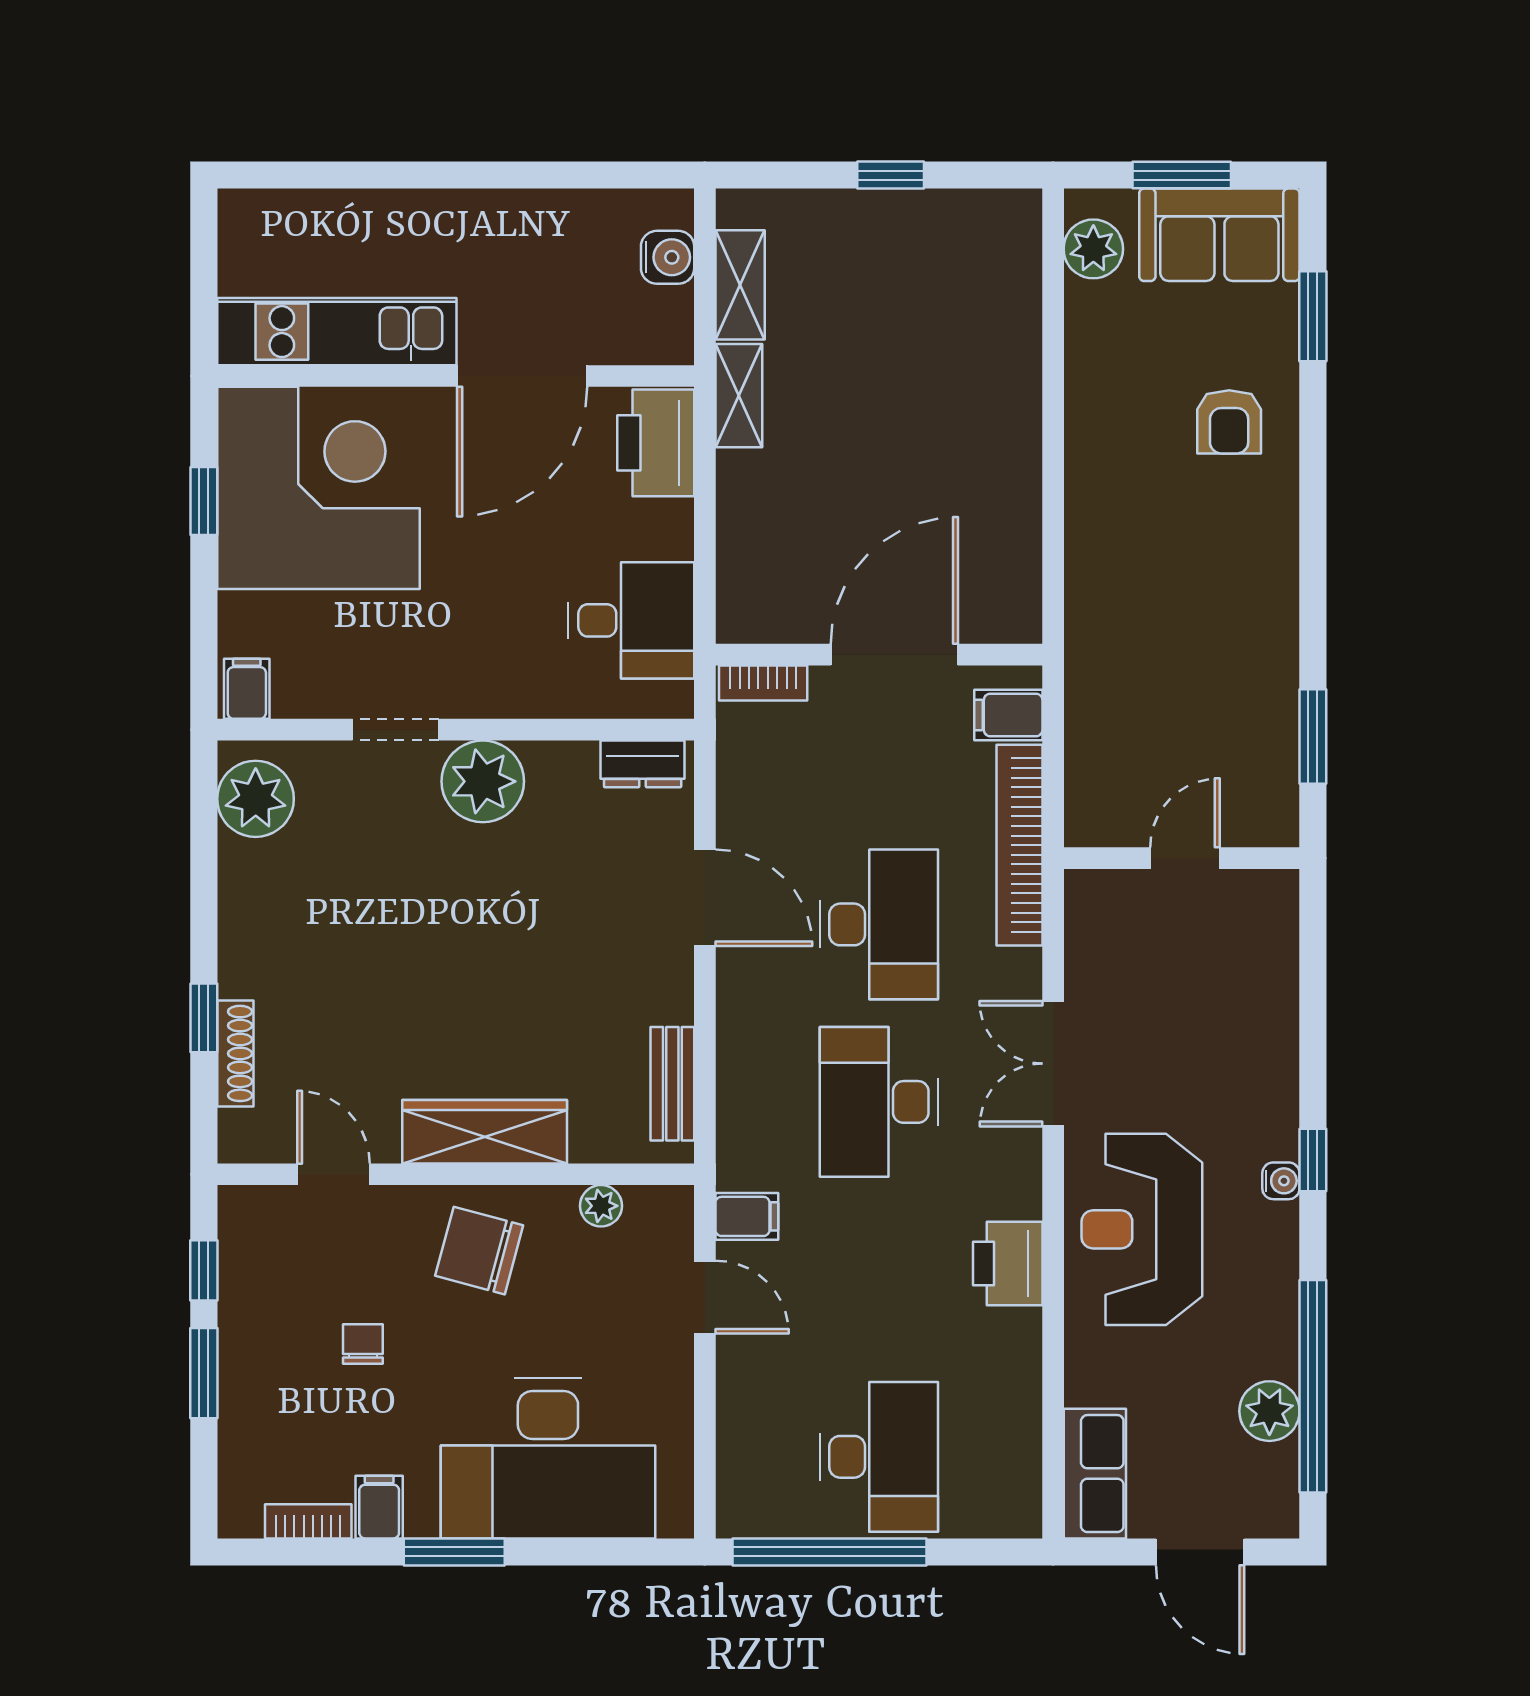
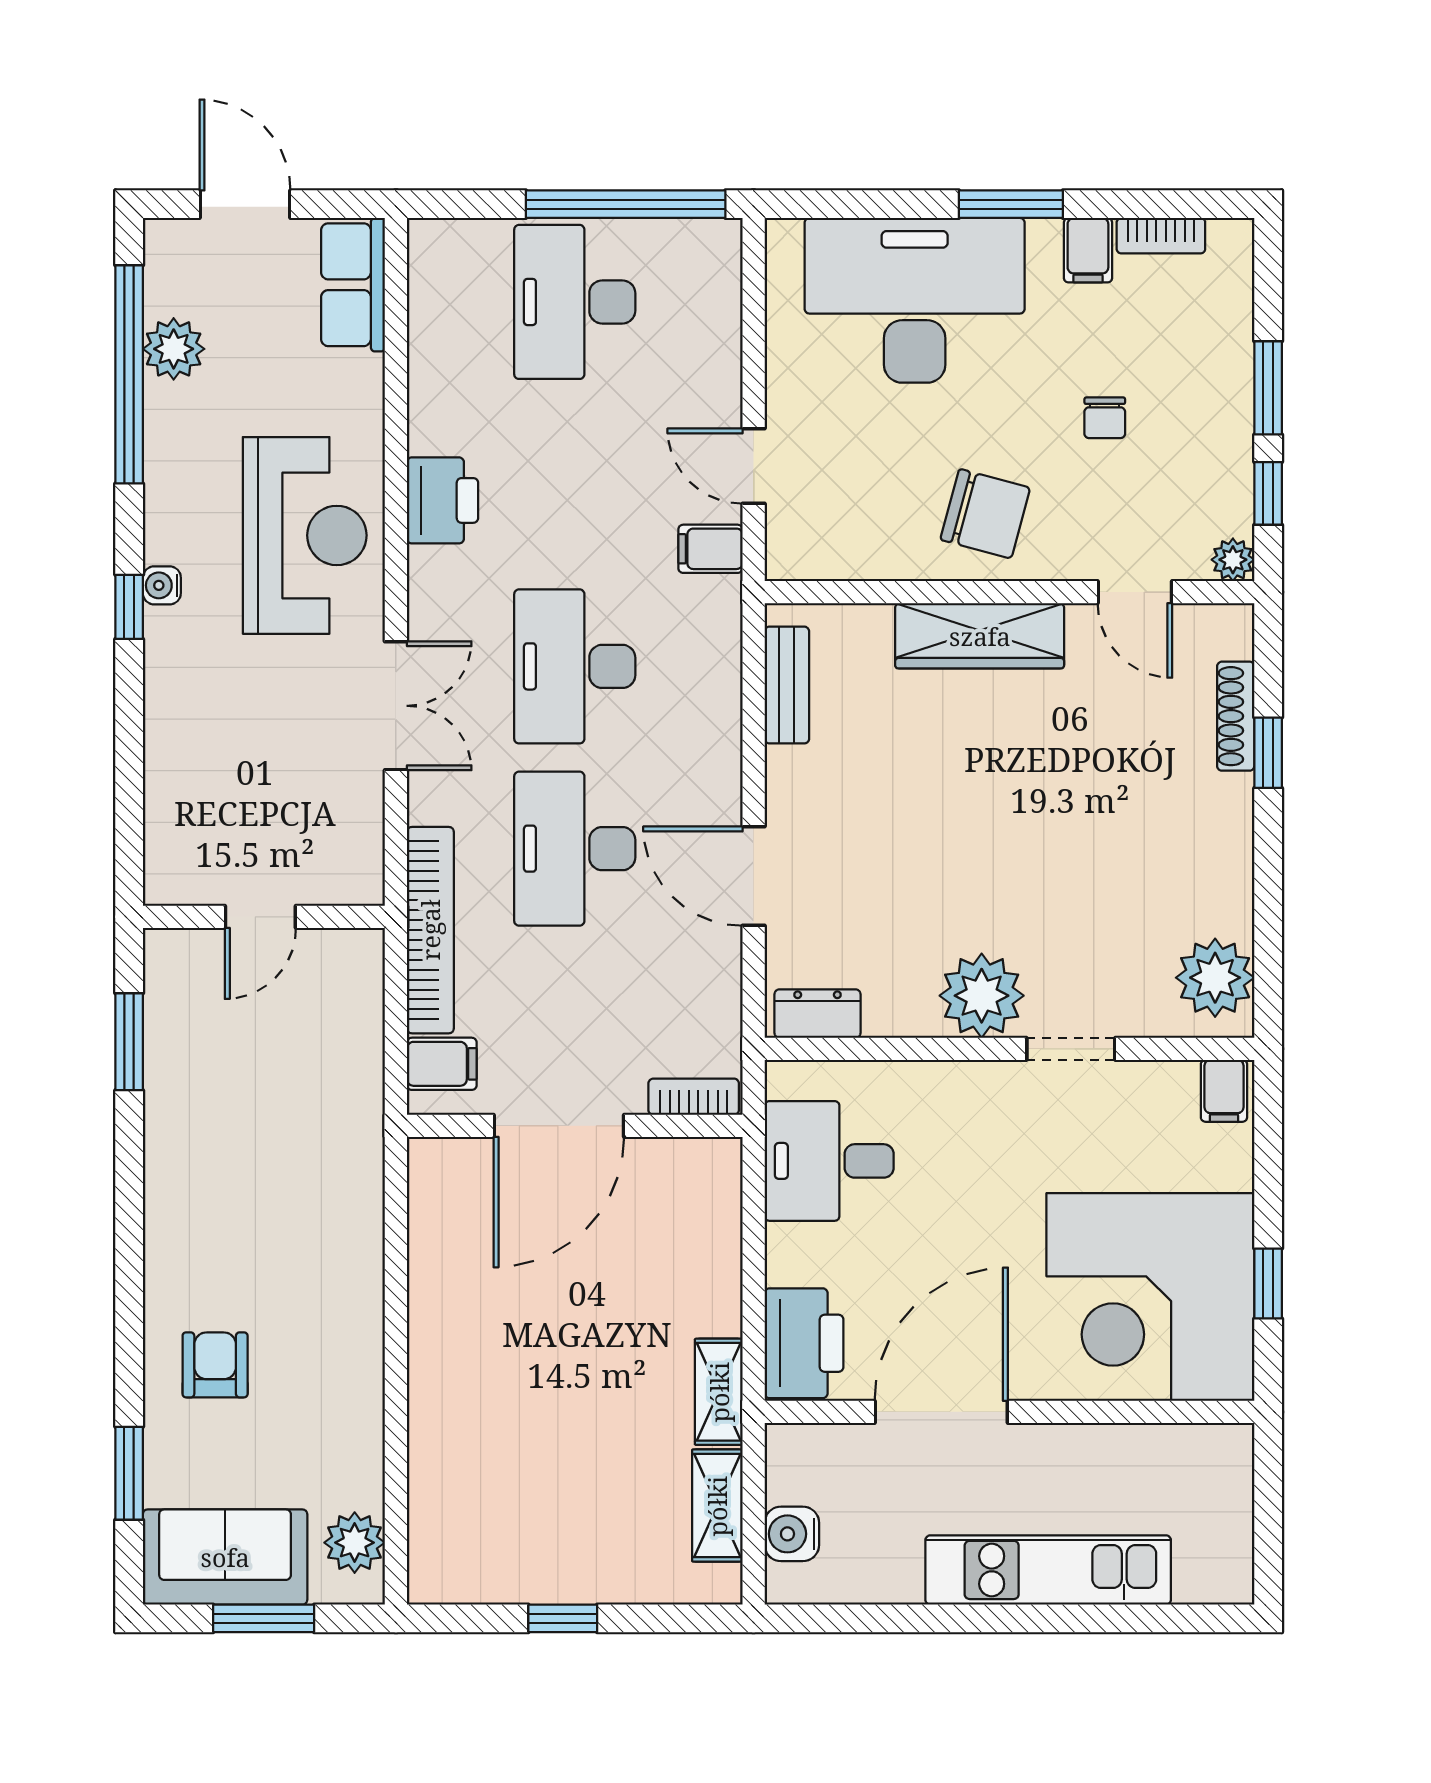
kitchen unit: (337, 332) -> (1048, 1570), moved, turned 180
desk: (879, 1102) -> (575, 666), turned 180
plant: (601, 1206) -> (1233, 560), moved

